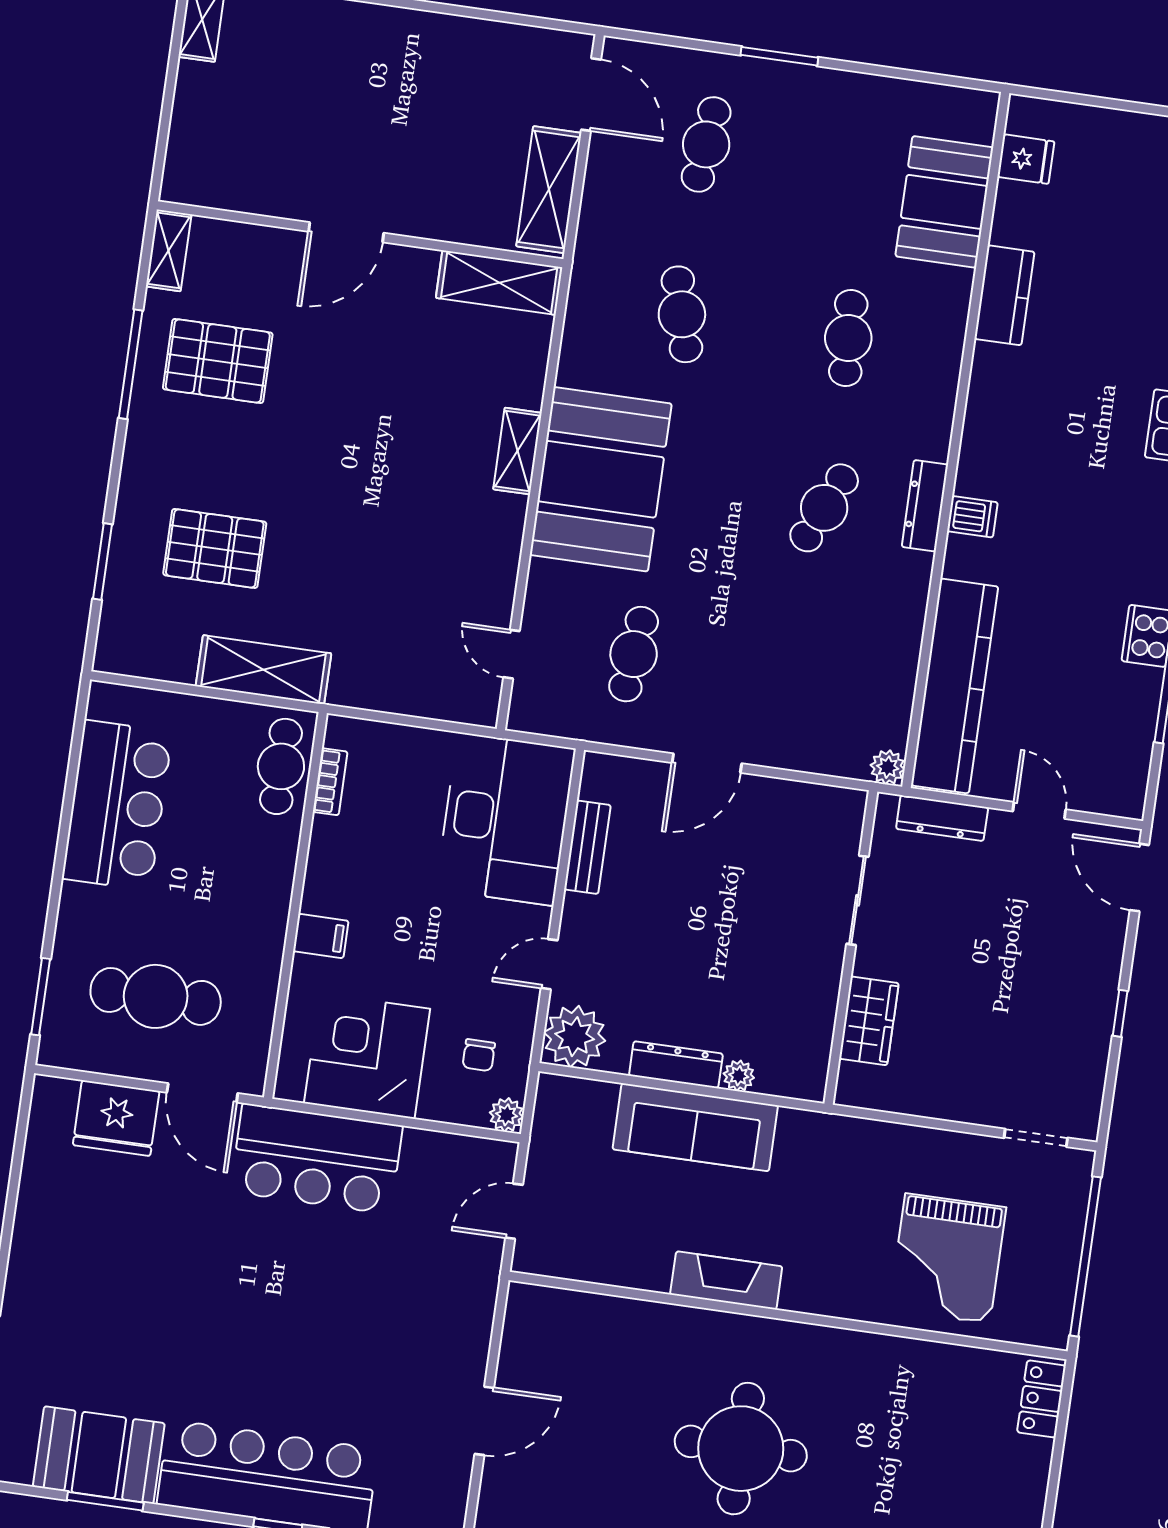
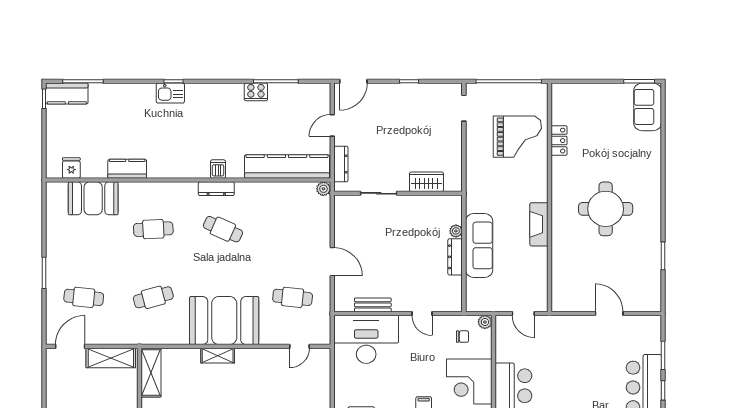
plant: (575, 1037) -> (450, 299), removed
locker: (1041, 1399) -> (559, 141), moved, turned -90

